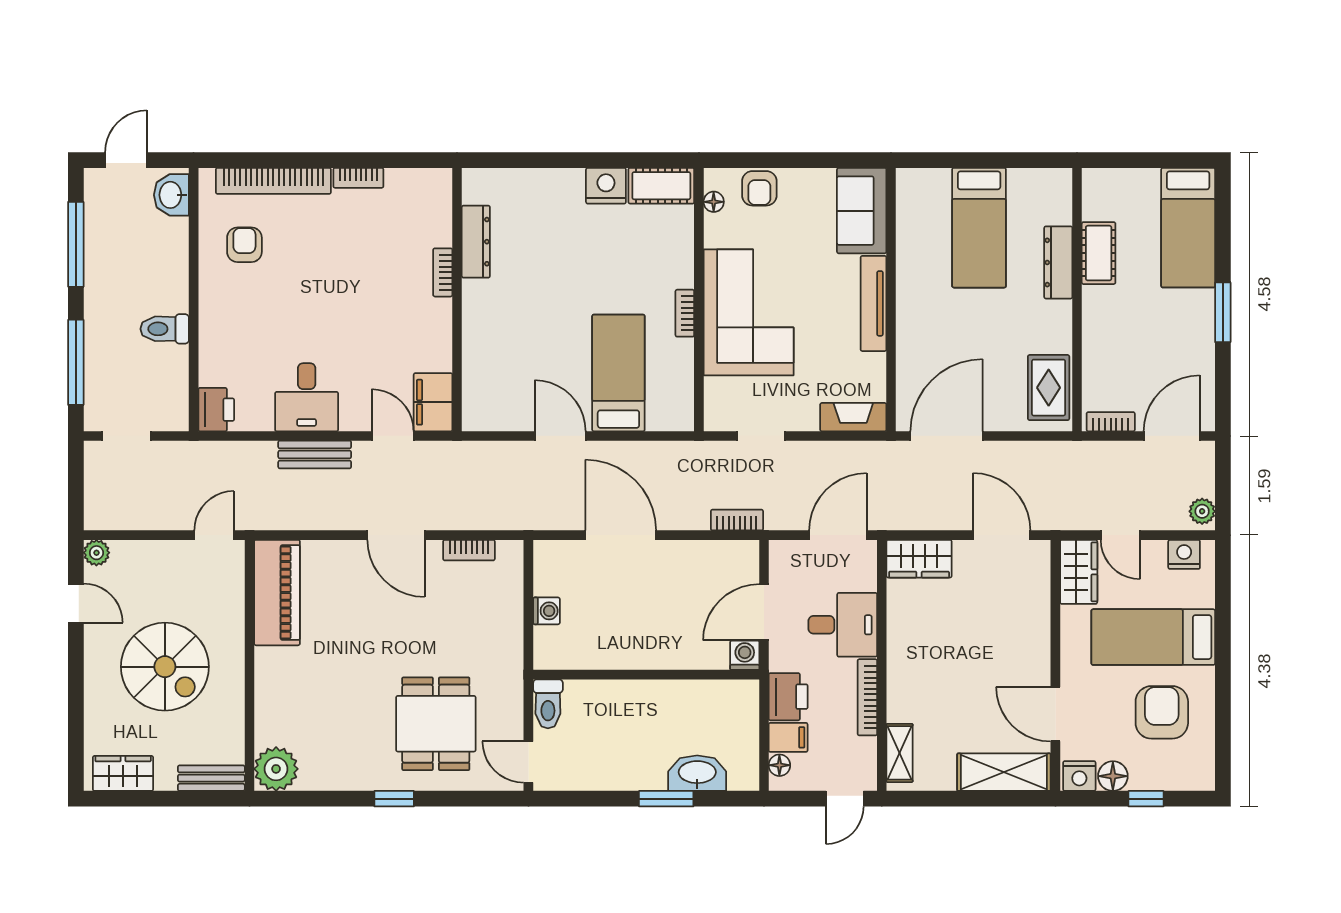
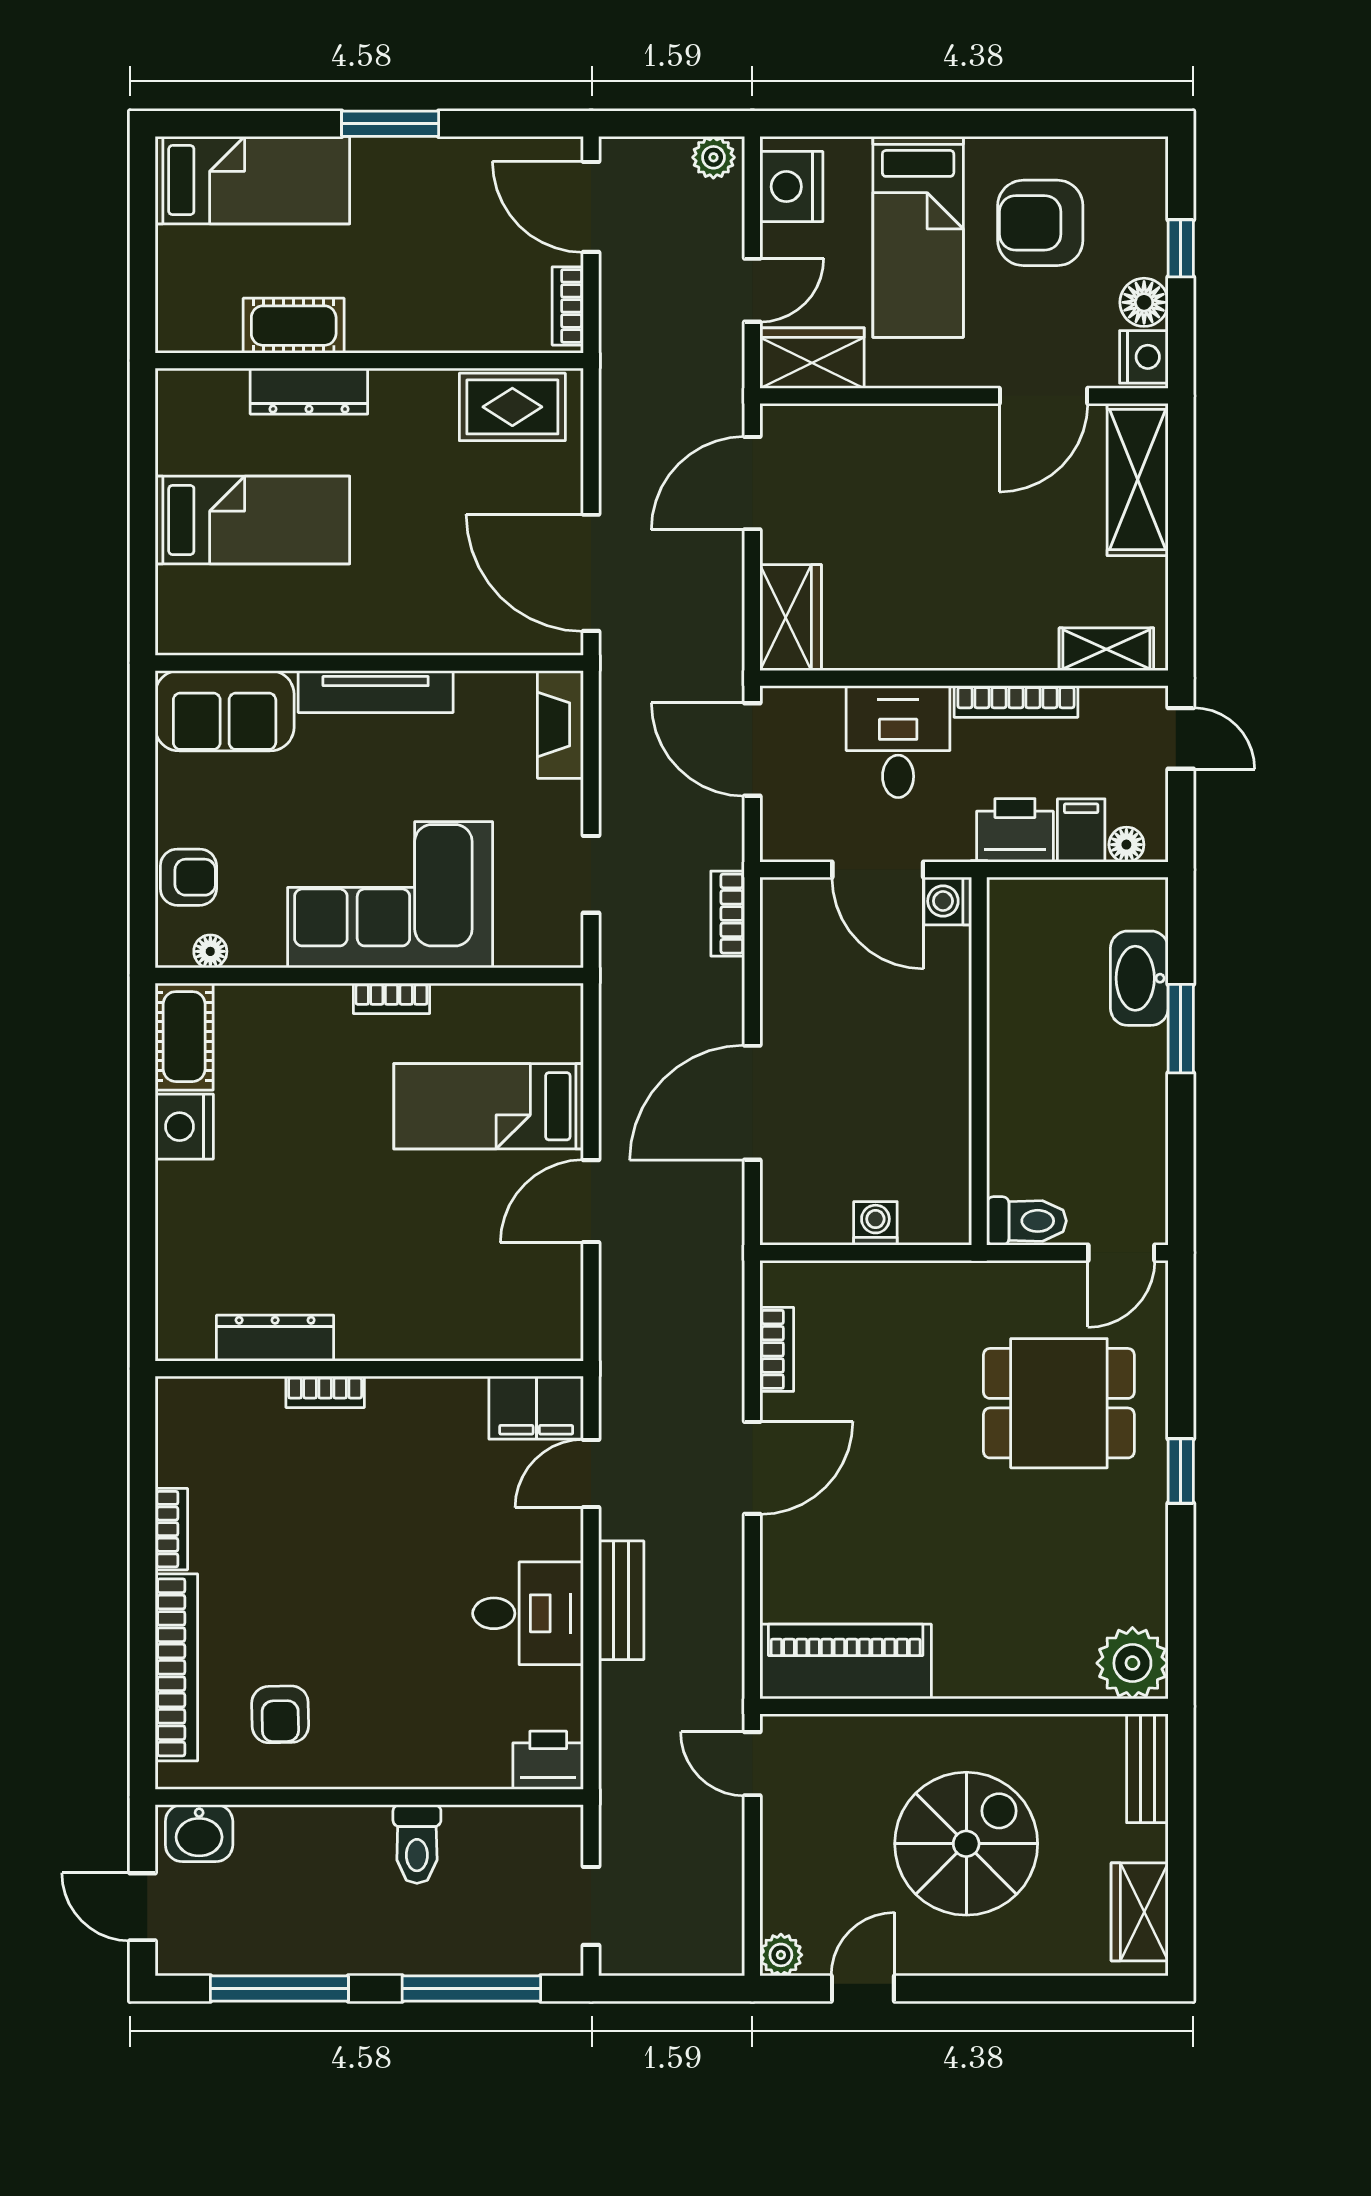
armchair: (244, 245) -> (280, 1714), turned -91
nightstand: (1184, 554) -> (791, 187), width x1.36, depth x1.33

